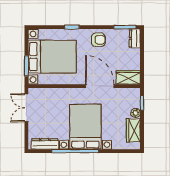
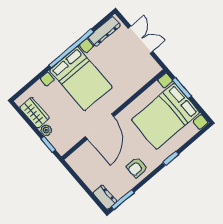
wardrobe: (128, 77) -> (81, 157), removed
door: (100, 86) -> (100, 127), hinge flipped
double door: (26, 108) -> (140, 40), moved

